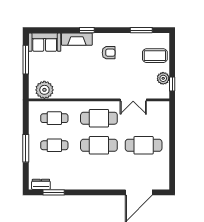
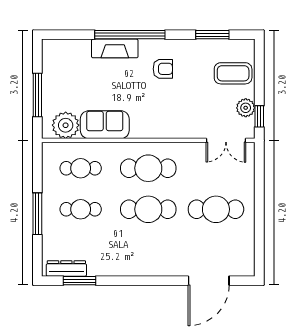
window: (87, 30) -> (130, 35), width x3.17
sofa: (45, 42) -> (105, 125), moved, turned 180
window: (26, 60) -> (37, 95), moved
double door: (133, 100) -> (226, 140), moved
dresser: (41, 184) -> (66, 269), width x1.44

